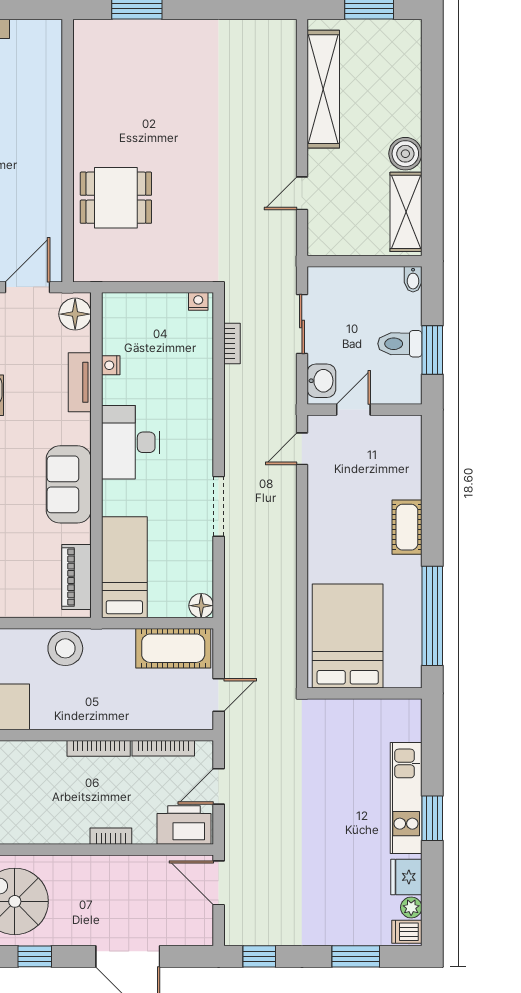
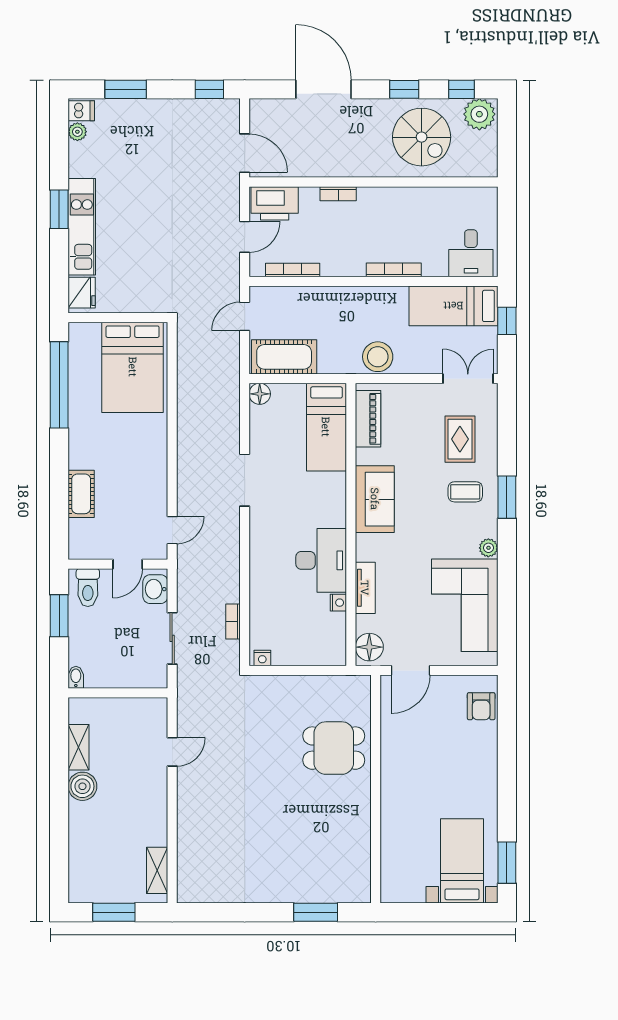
shelving: (323, 89) -> (157, 870), width x0.45, depth x0.75
shelving: (406, 212) -> (79, 747), width x0.67, depth x0.75
toilet: (400, 344) -> (88, 588), moved, turned 90
desk: (130, 442) -> (321, 560), moved
cot: (407, 527) -> (81, 494), moved
bookcase: (99, 748) -> (394, 270), moved
fridge: (406, 877) -> (82, 293), moved

